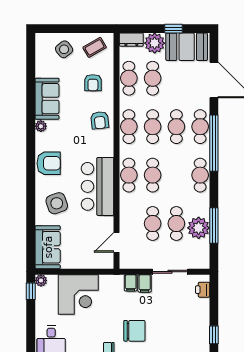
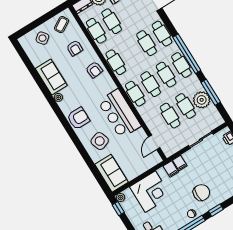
cafe table: (153, 127) -> (166, 75), moved
window: (214, 143) -> (187, 54), moved
filing cabinet: (145, 283) -> (171, 169), moved

